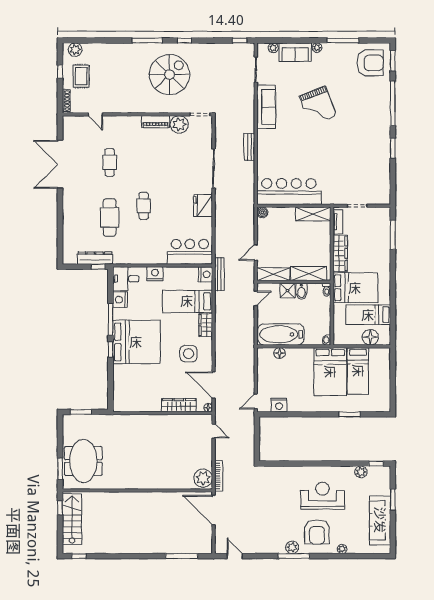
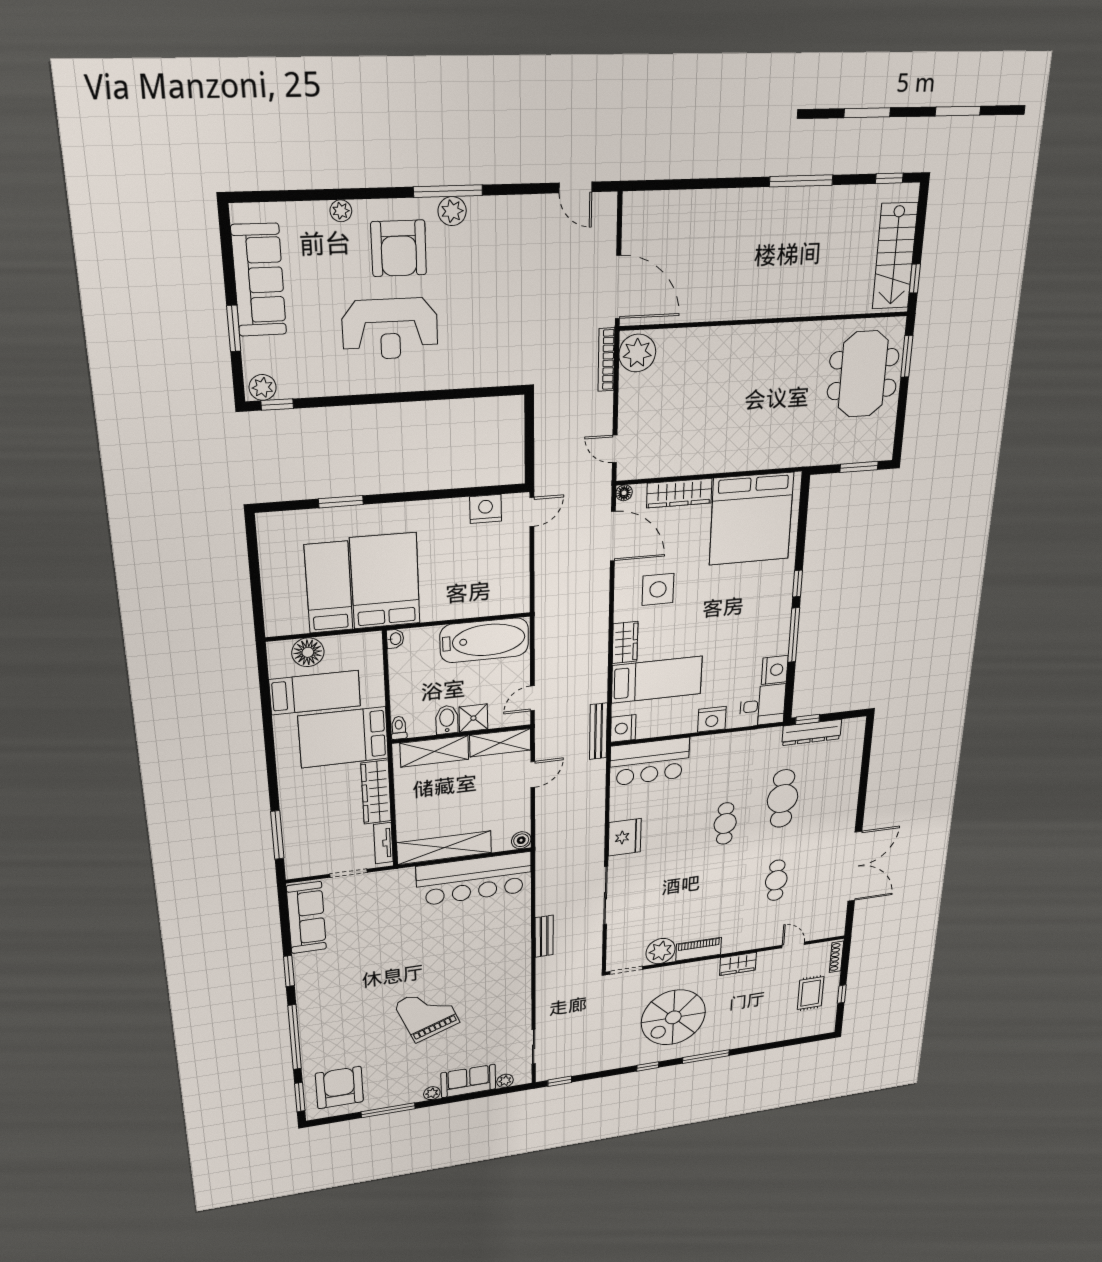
plant: (75, 50) -> (816, 1026), removed
armchair: (370, 63) -> (339, 1088), turned 90
wardrobe: (130, 107) -> (738, 964), added
sofa: (266, 107) -> (306, 918), moved, turned 180
shelving: (313, 214) -> (444, 848), width x1.47
bed: (136, 342) -> (751, 519), moved, turned -90
floor lamp: (280, 353) -> (486, 606), removed
plant: (361, 472) -> (263, 387), moved
armchair: (317, 532) -> (399, 248), turned 180
window: (182, 556) -> (801, 181), moved

